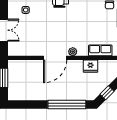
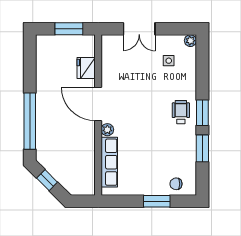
row of seats: (100, 50) -> (109, 162), width x1.48
fridge: (90, 66) -> (86, 68), moved

